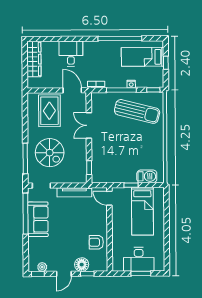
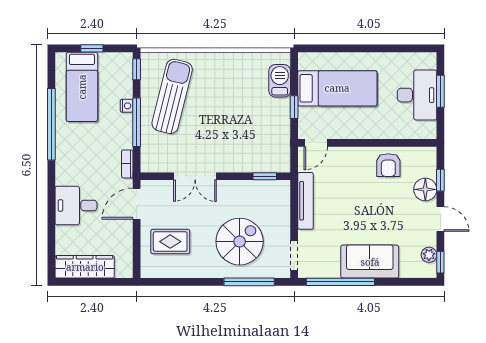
rug: (49, 111) -> (170, 242), width x0.73, depth x0.70
sofa: (38, 219) -> (370, 262), moved

